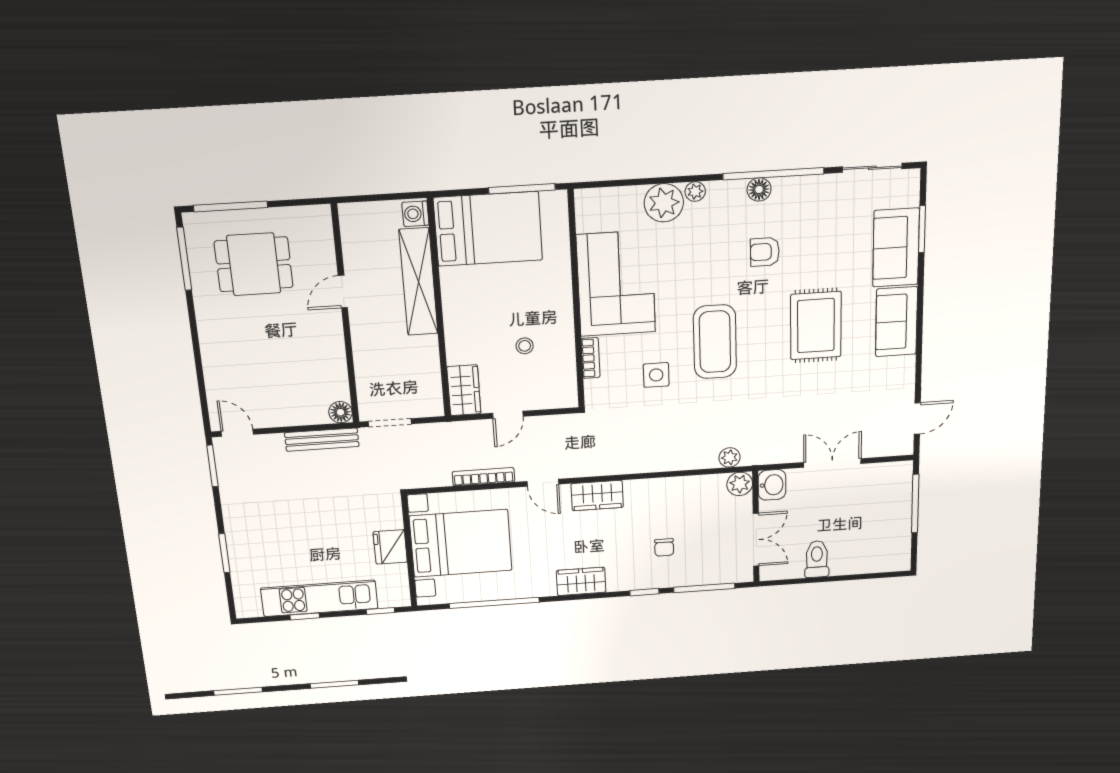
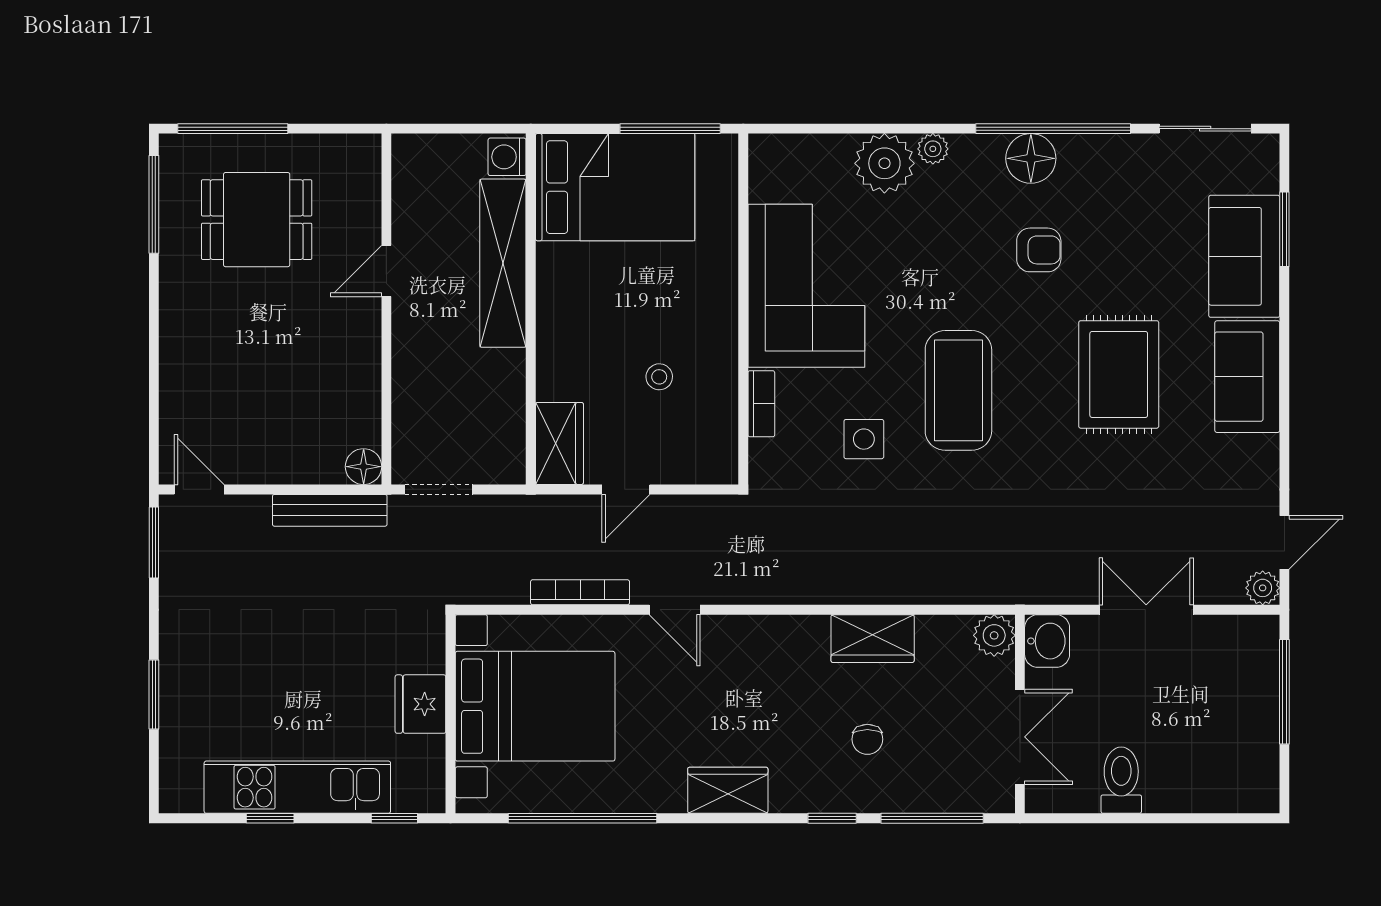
floor lamp: (759, 189) -> (1031, 158), width x1.38, depth x1.38
armchair: (765, 252) -> (1039, 250), turned 180
plant: (730, 457) -> (1263, 588), moved
wardrobe: (597, 496) -> (873, 639), moved

